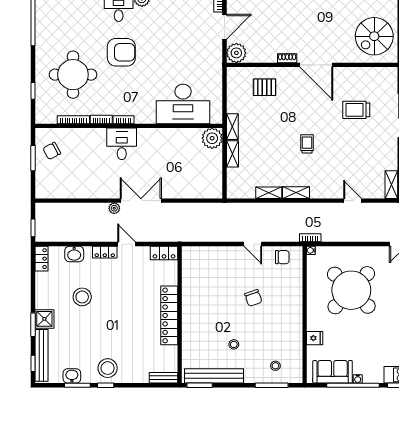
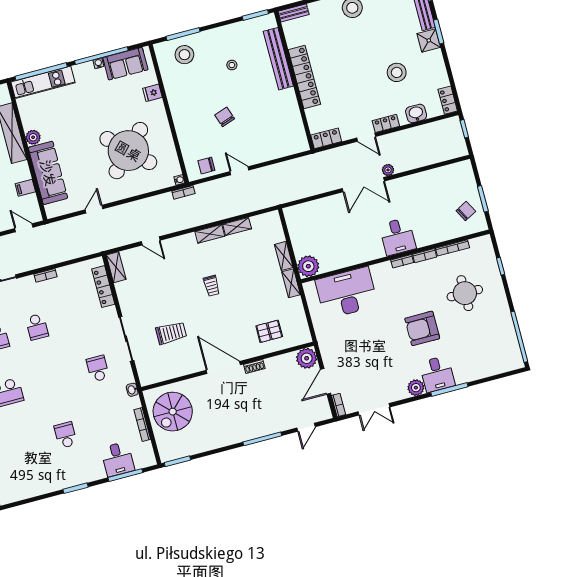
spiral stairs: (374, 36) -> (173, 412), turned 180
round table: (73, 75) -> (465, 293), width x0.73, depth x0.73
stool: (275, 366) -> (184, 55), width x1.89, depth x1.89
bench: (214, 376) -> (278, 59), moved, turned 90

